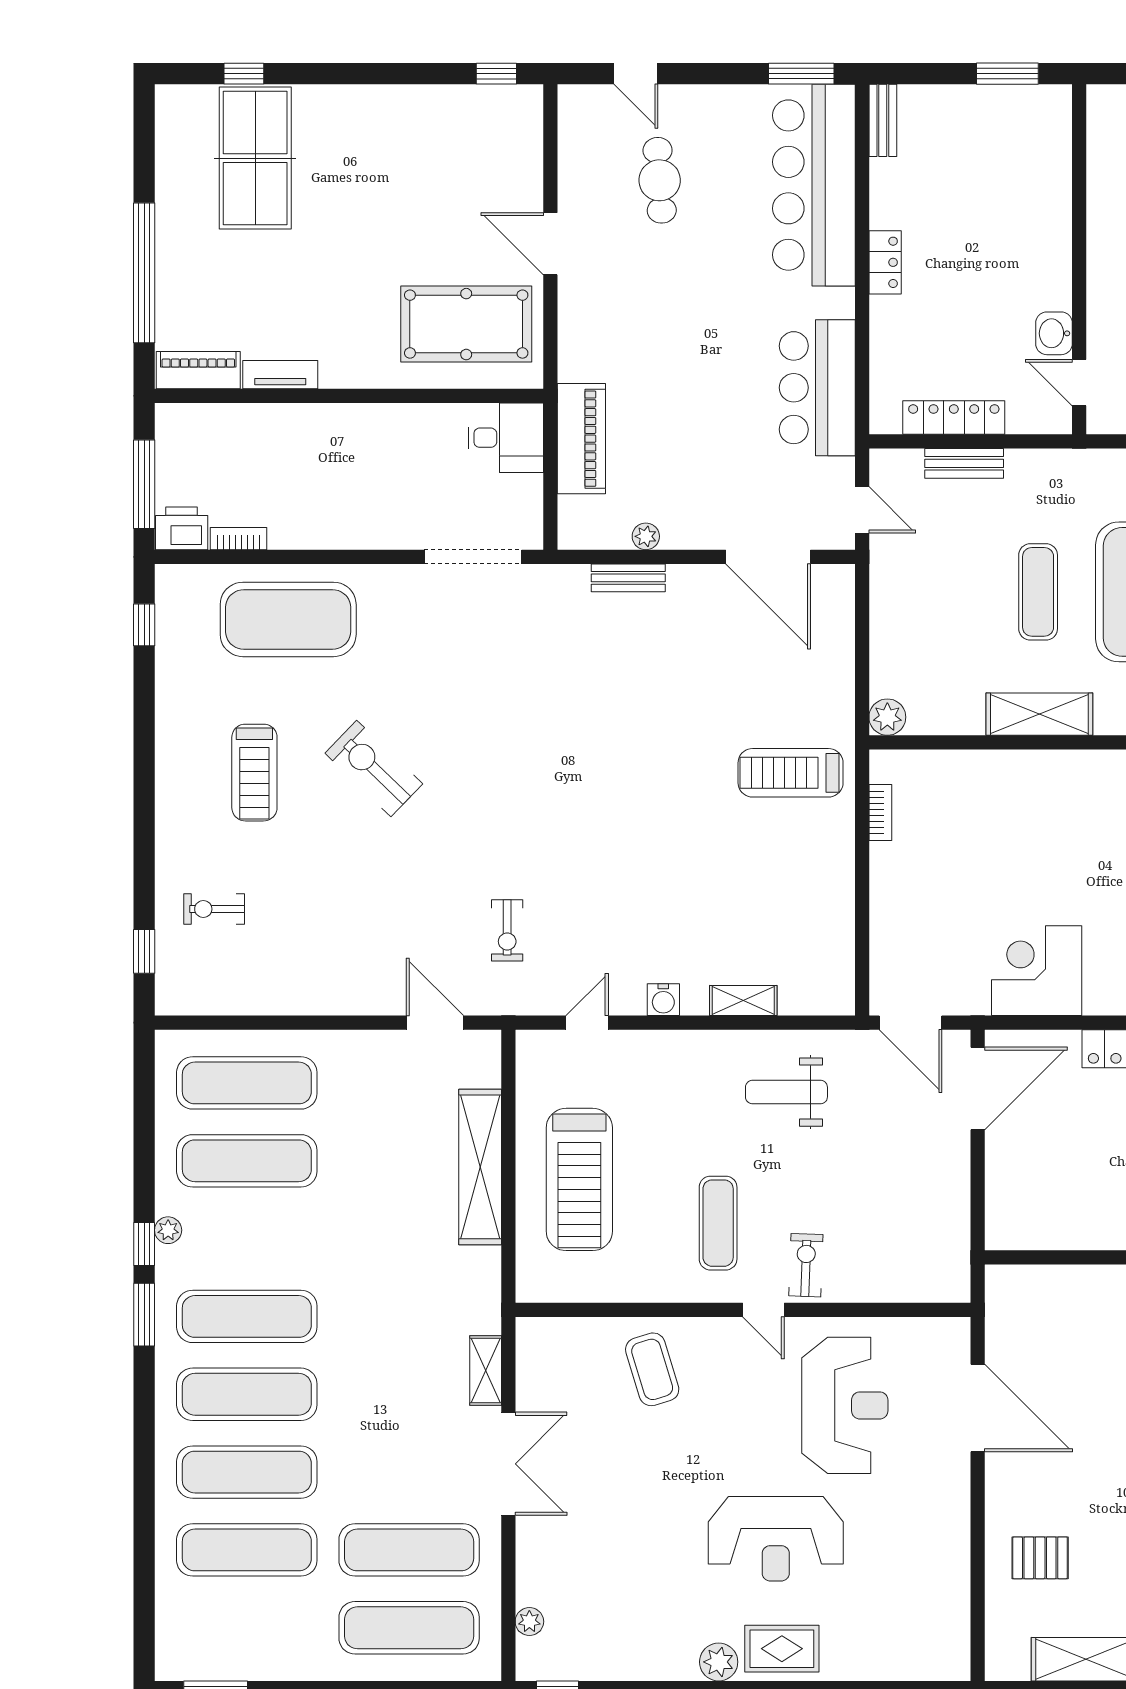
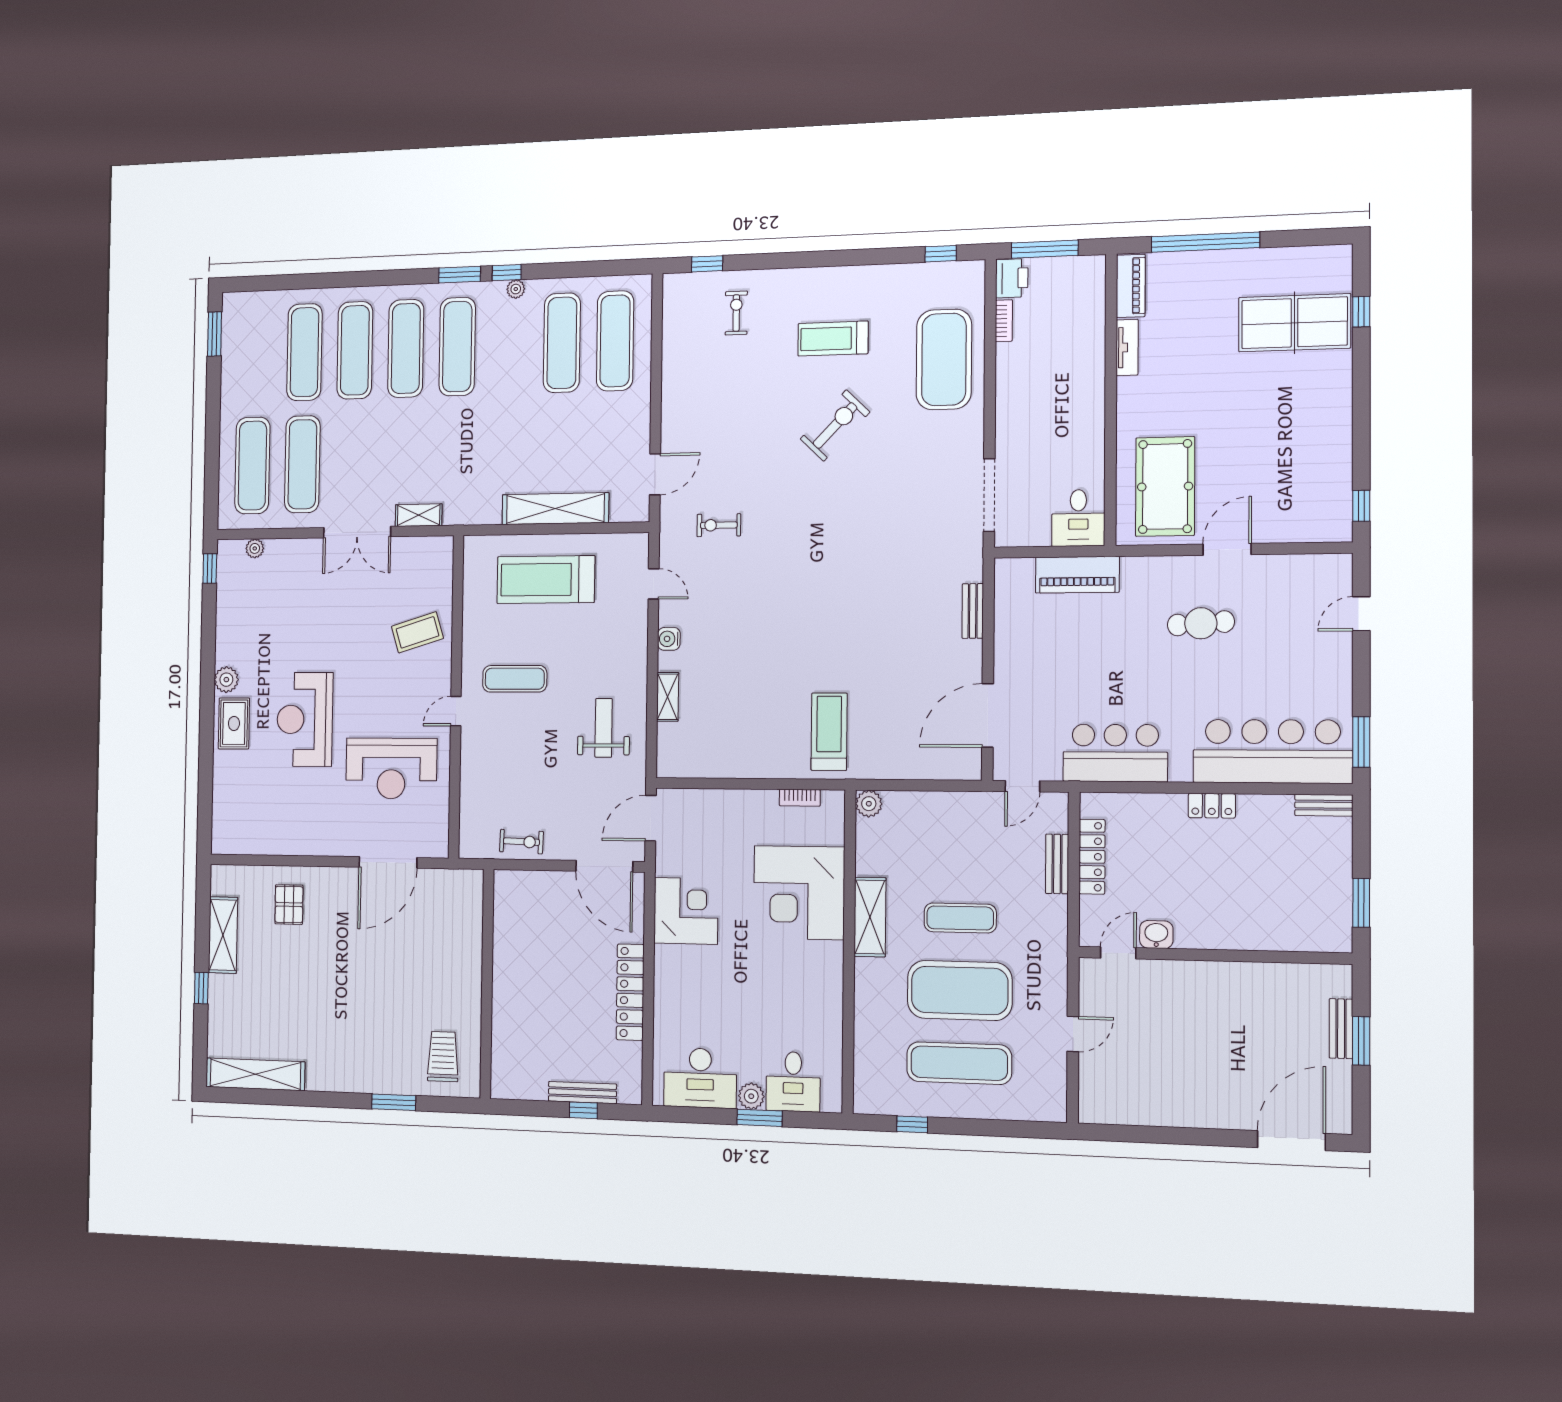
cafe table: (660, 180) -> (1201, 623), moved
plant: (646, 536) -> (1004, 624), removed
corner desk: (1009, 812) -> (799, 893), added
exercise bike: (806, 1265) -> (521, 842), moved

